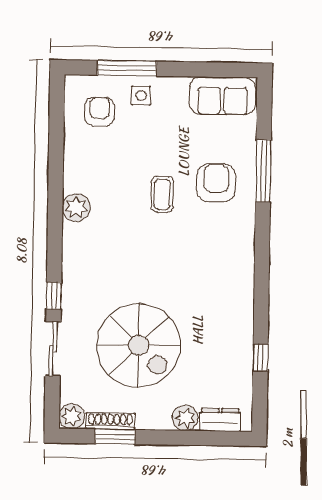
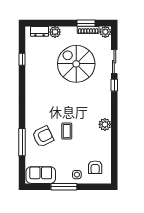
window: (127, 68) -> (64, 187), moved
armchair: (216, 183) -> (43, 136), turned -116

